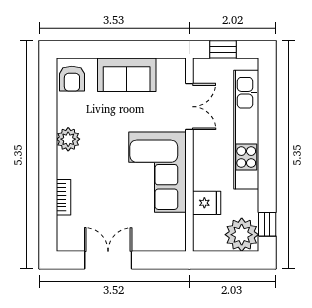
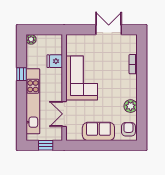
plant: (68, 139) -> (131, 106), moved
window: (267, 224) -> (22, 74), moved
plant: (242, 235) -> (31, 39), width x0.53, depth x0.53
double door: (108, 260) -> (109, 30), swing flipped

